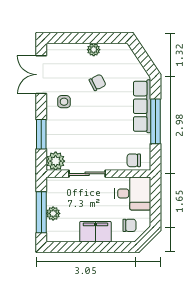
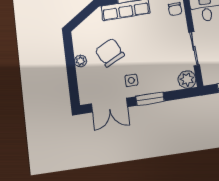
chair: (98, 82) -> (110, 53), width x1.87, depth x1.87
window: (41, 134) -> (150, 99), moved

